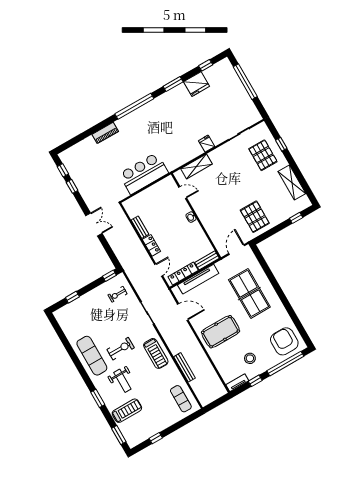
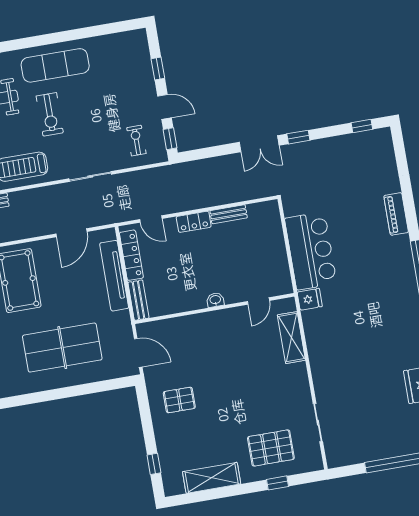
fridge: (207, 144) -> (310, 299), moved
window: (72, 186) -> (298, 137), moved
pallet: (255, 217) -> (179, 400), width x0.67, depth x0.71
door: (93, 285) -> (165, 107), added

